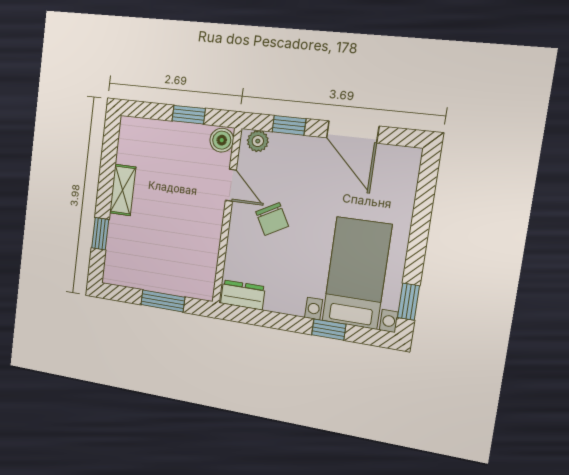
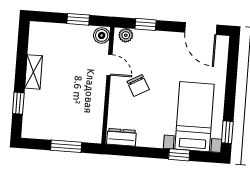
door: (353, 132) -> (201, 29), moved

